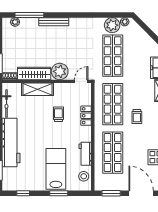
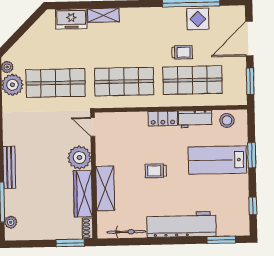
trolley: (58, 114) -> (156, 171), moved
locker: (86, 116) -> (163, 119), moved
trolley: (137, 116) -> (182, 52), moved

